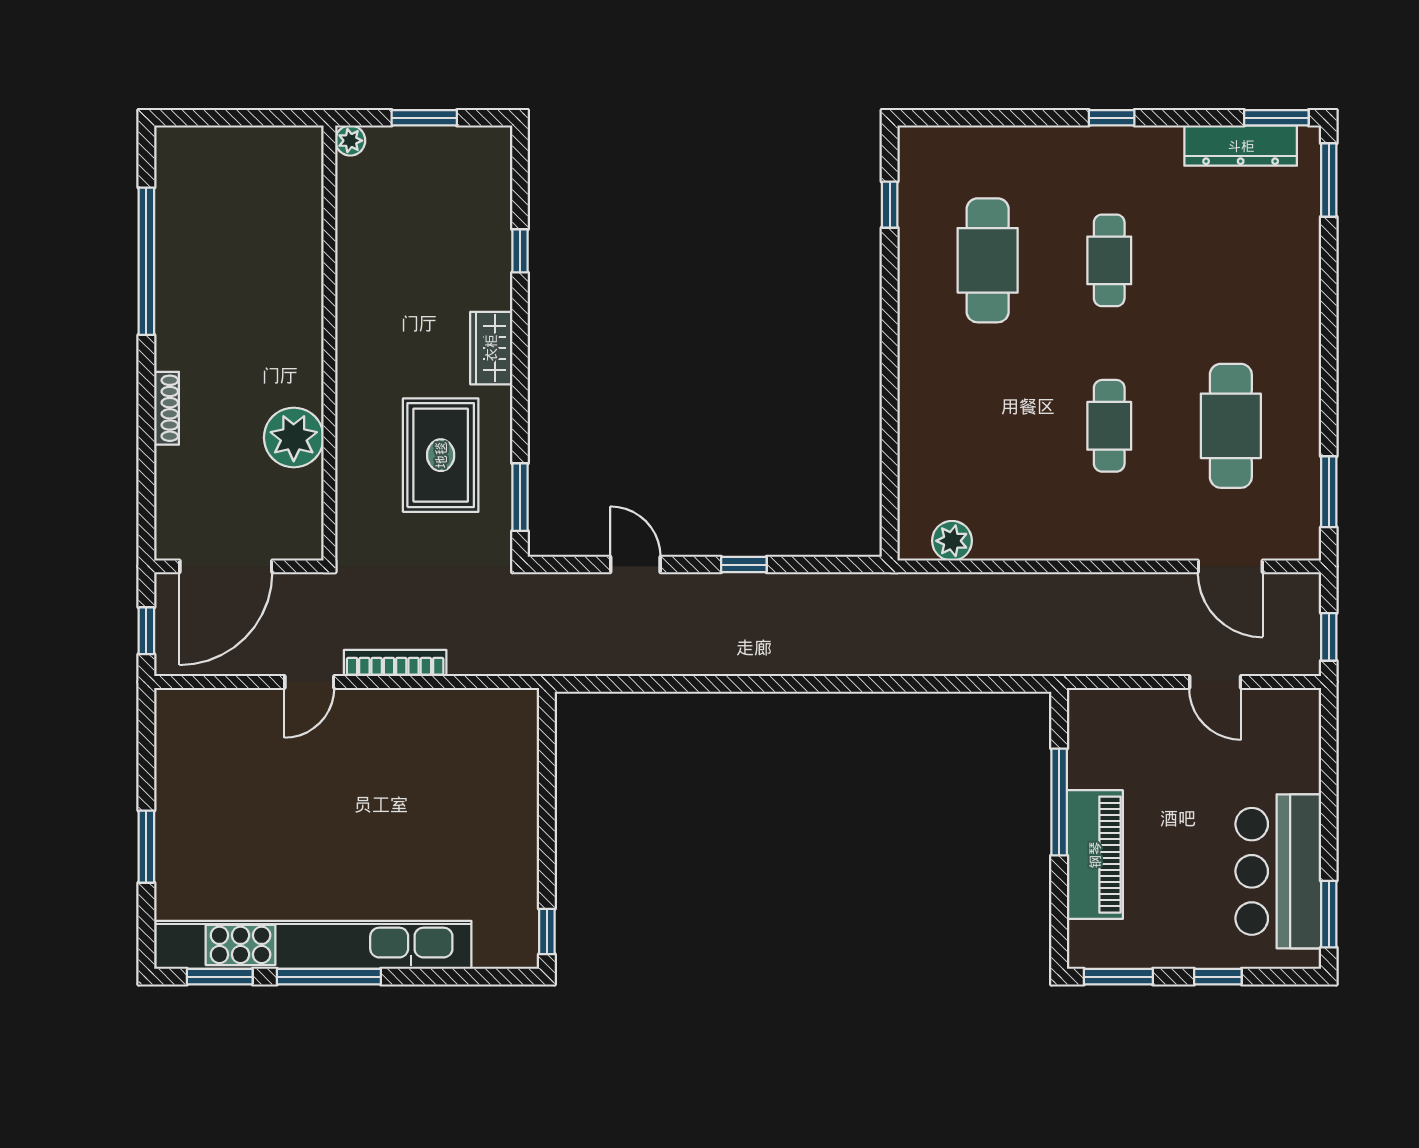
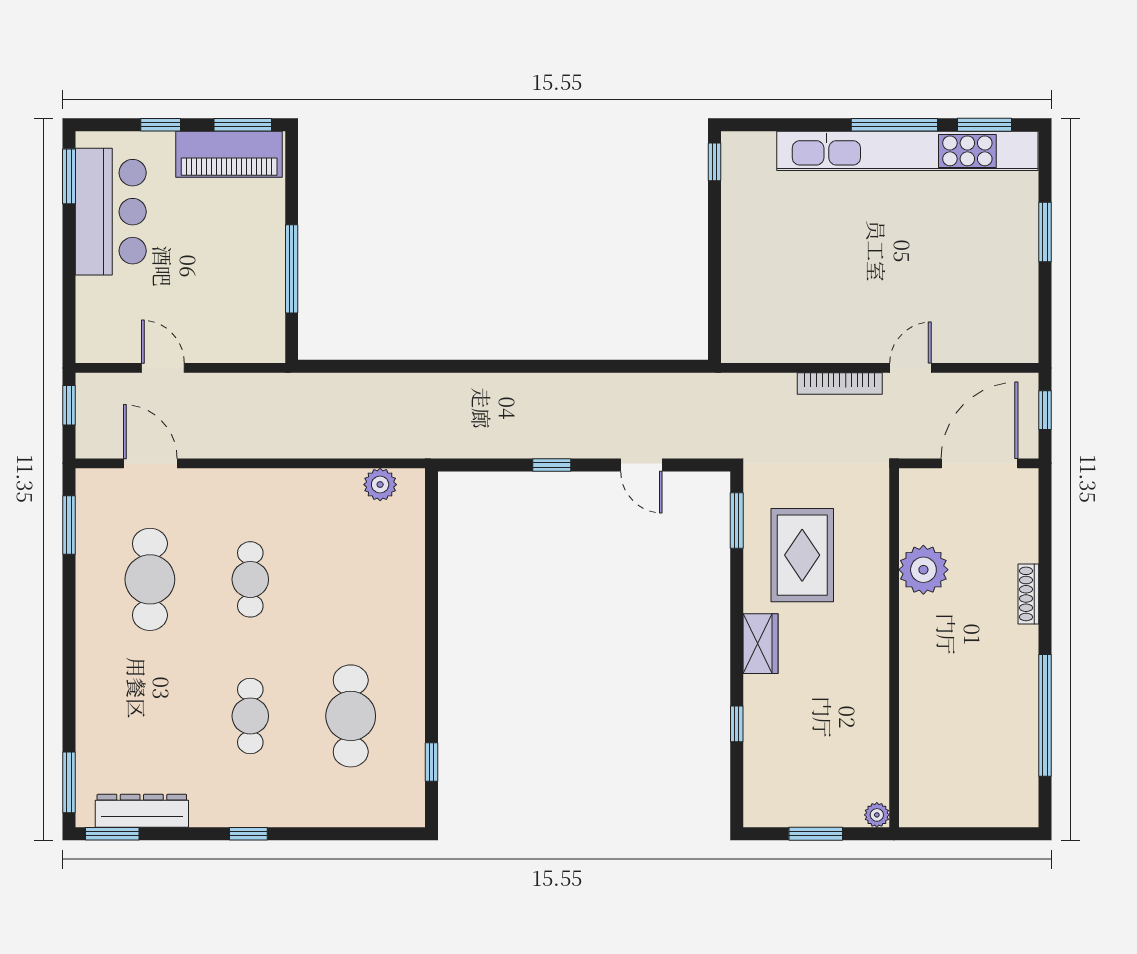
piano: (1095, 855) -> (229, 154), moved, turned -90

